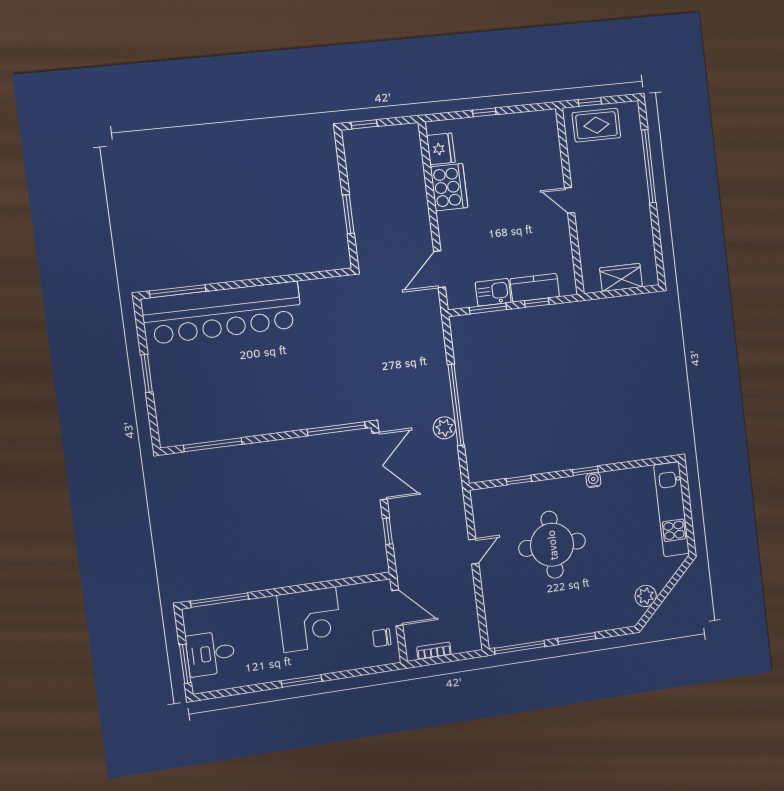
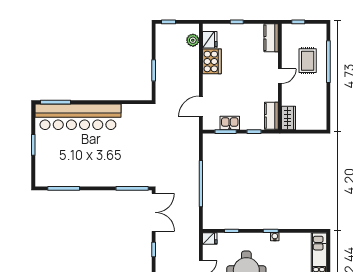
rug: (596, 125) -> (308, 61), moved, turned 90
kitchen counter: (547, 134) -> (271, 38), added
door: (570, 200) -> (280, 76), swing flipped
wardrobe: (621, 277) -> (289, 118), moved, turned 90
kitchen counter: (535, 288) -> (271, 116), moved, turned -90
plant: (444, 428) -> (193, 40), moved
fridge: (483, 499) -> (210, 239), added

